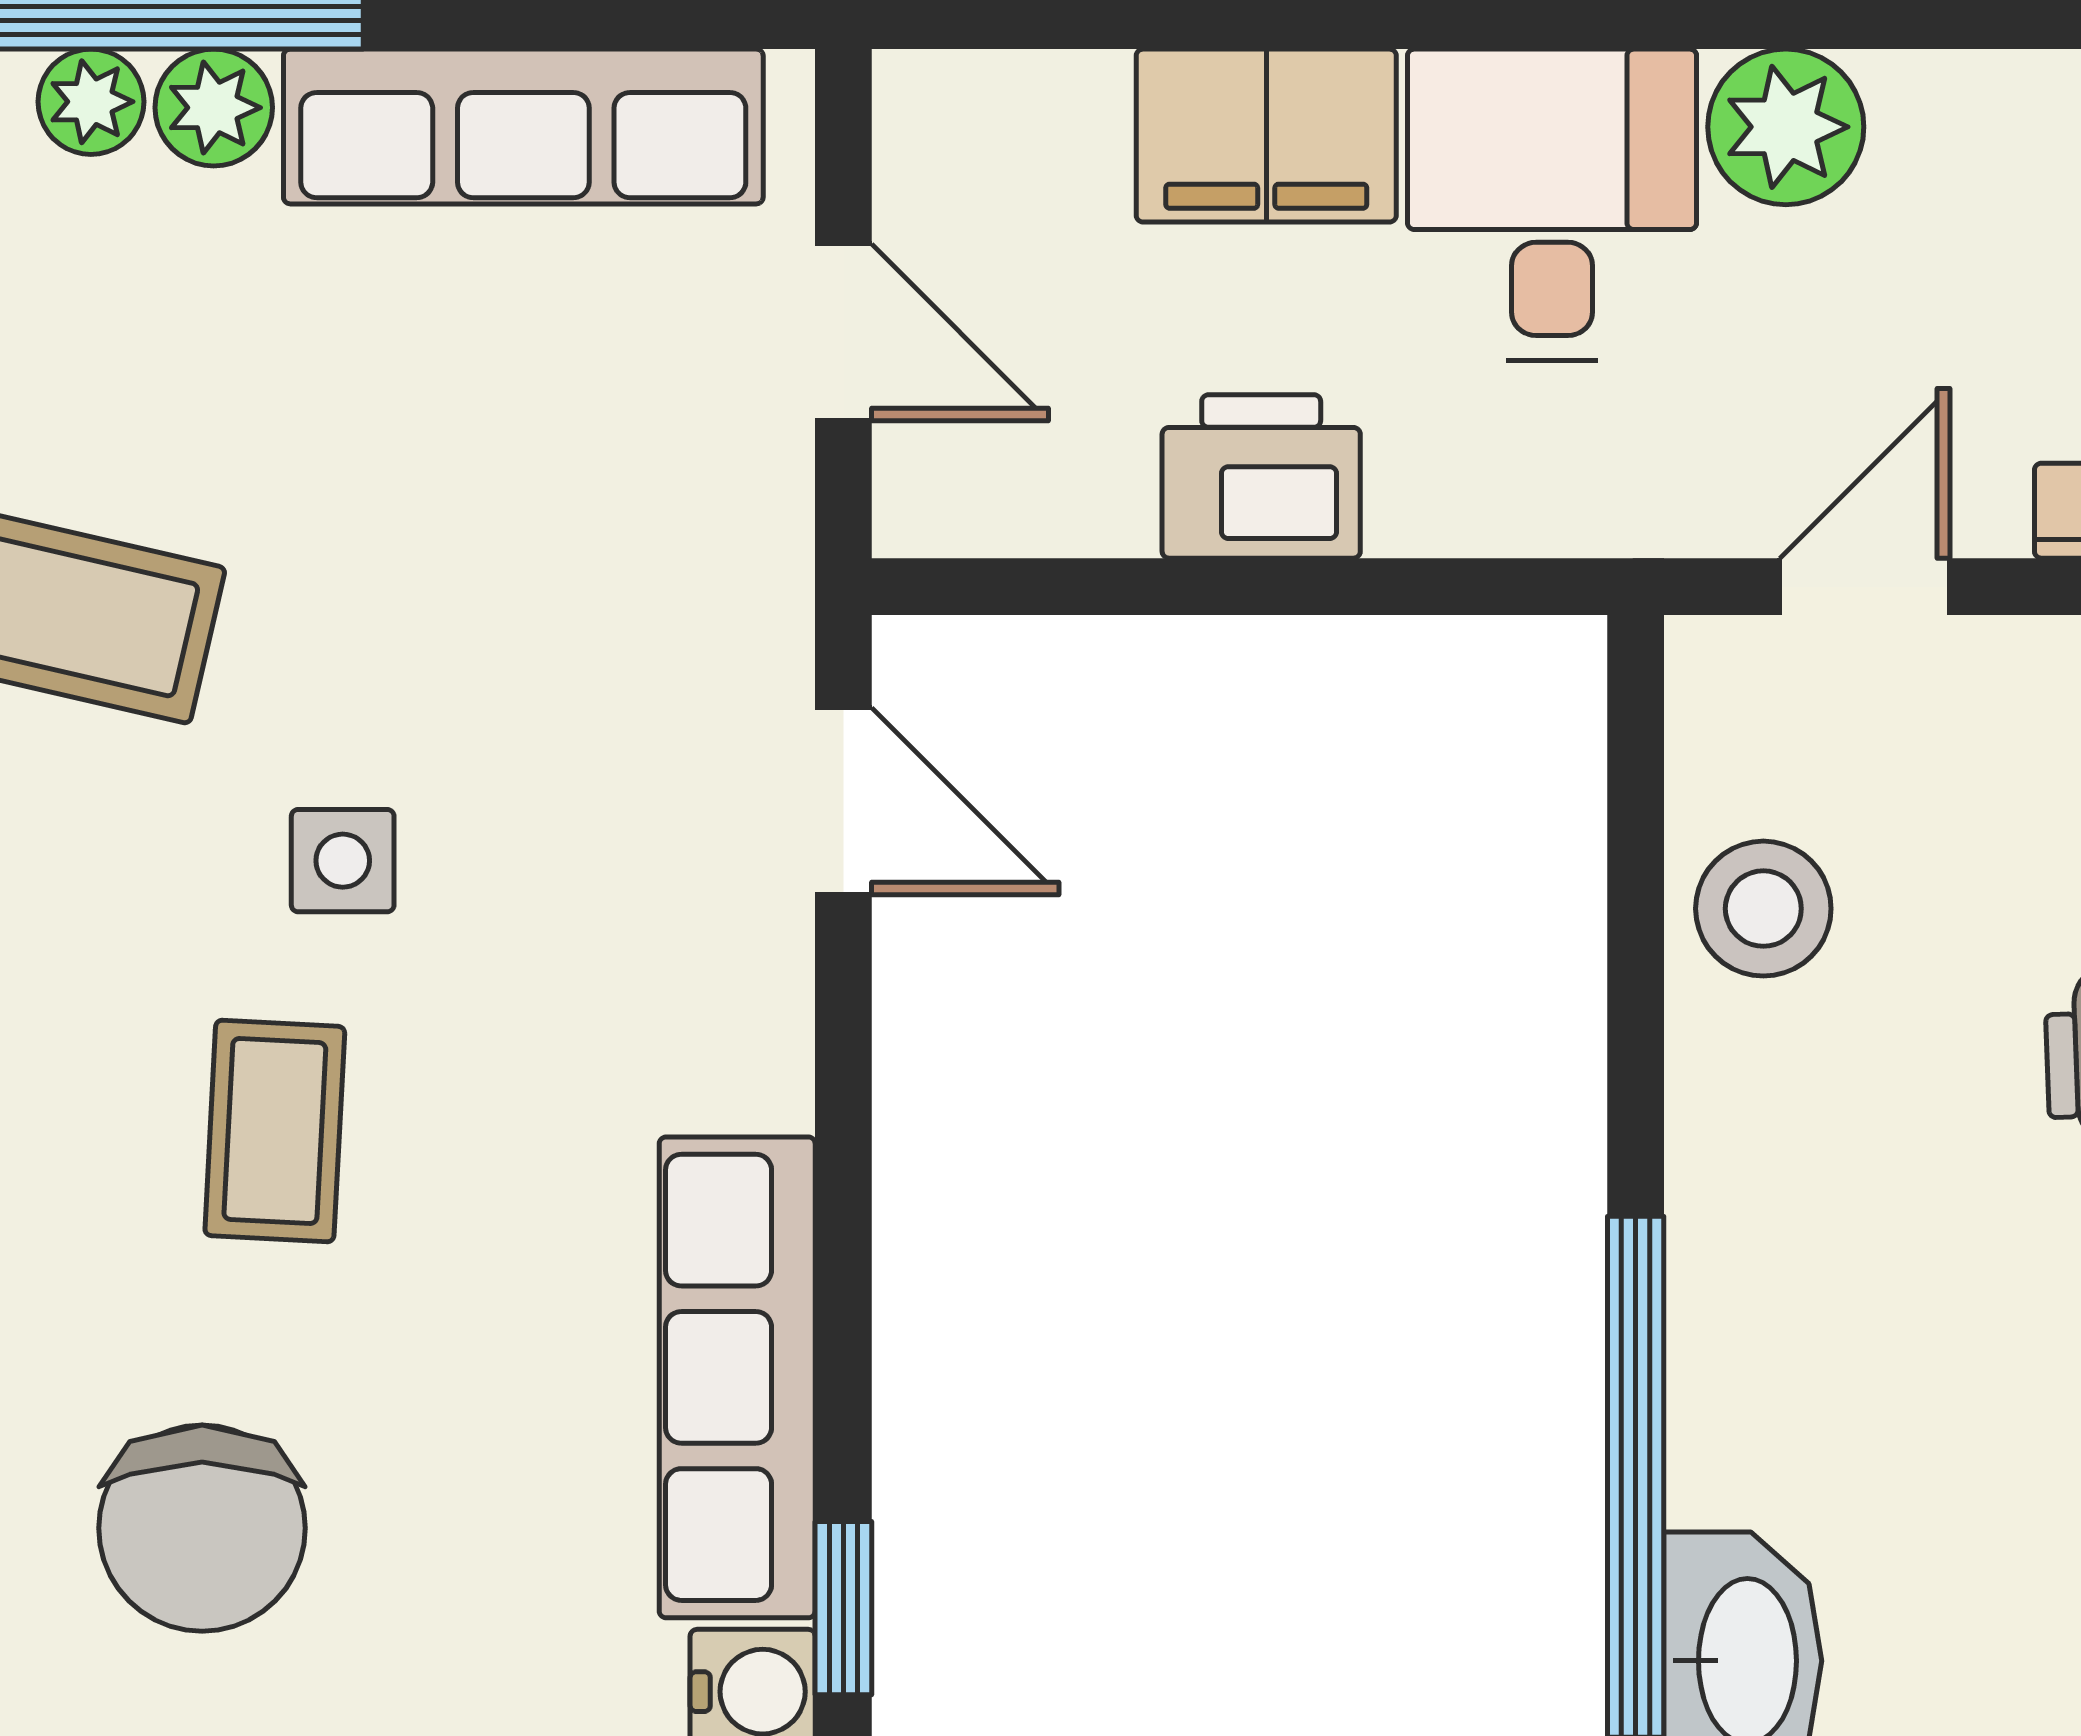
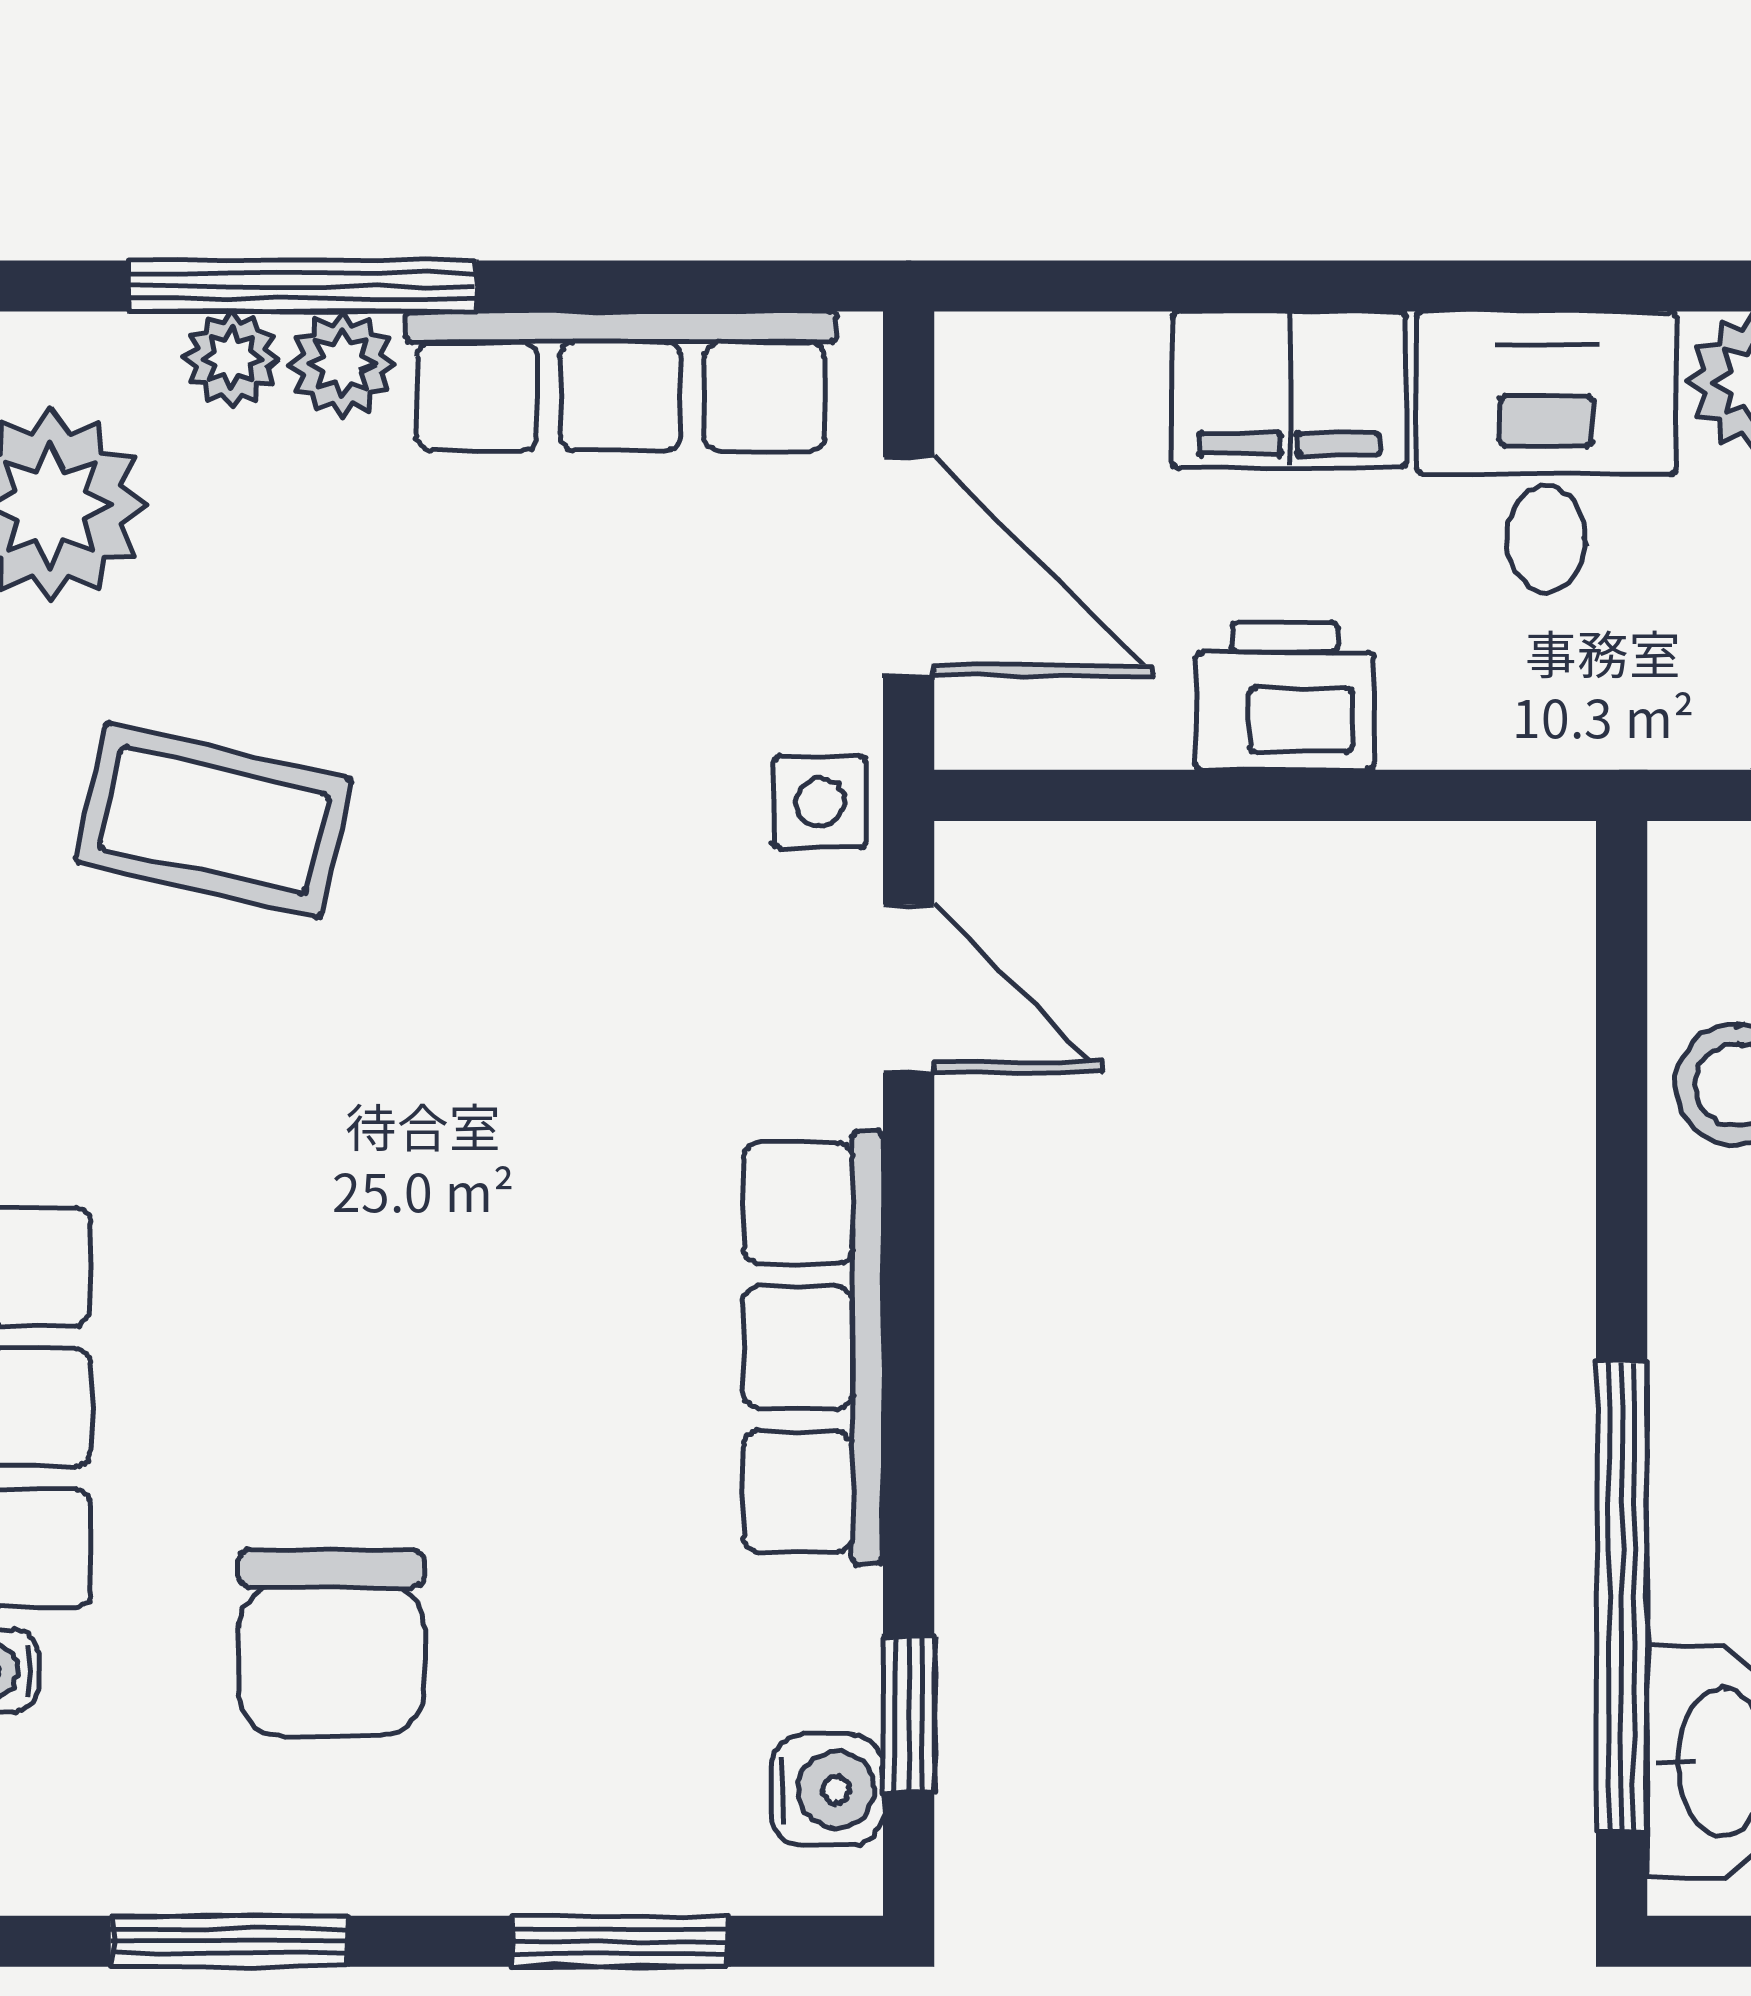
door: (843, 332) -> (909, 567), width x1.38
side table: (343, 861) -> (820, 802), moved
coffee table: (275, 1131) -> (397, 1285), removed
row of seats: (737, 1377) -> (813, 1347), moved

